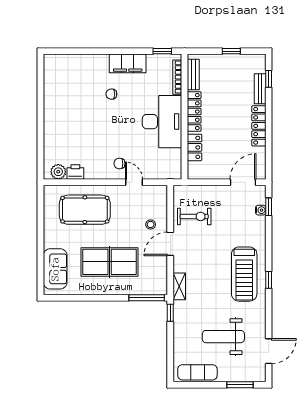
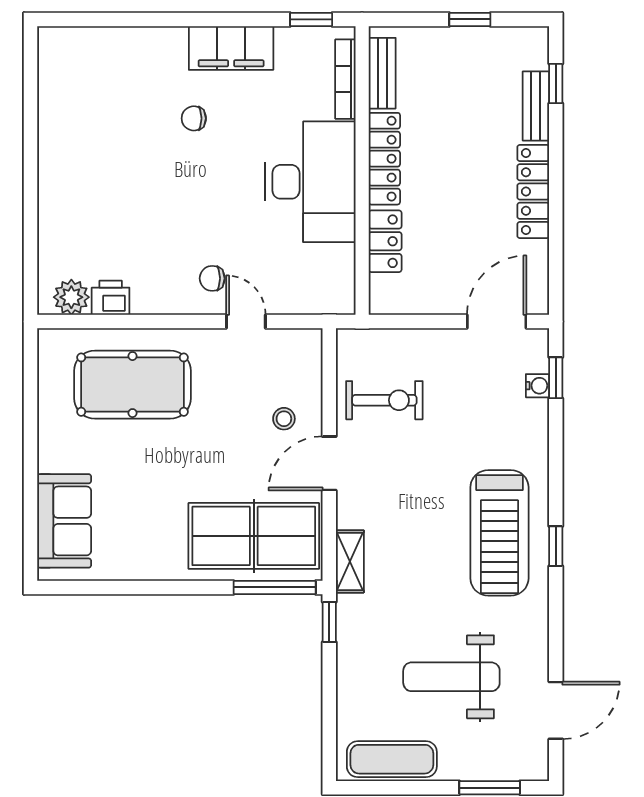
table tennis table: (110, 262) -> (254, 536), moved

